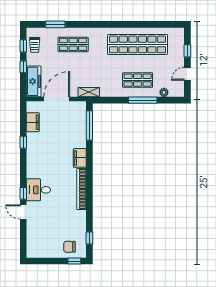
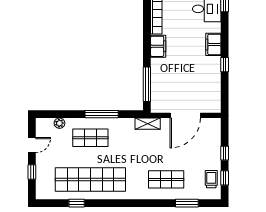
window: (149, 24) -> (77, 203), added
freezer: (34, 81) -> (212, 136), removed
window: (143, 100) -> (102, 114), moved
filing cabinet: (33, 122) -> (213, 44), moved

